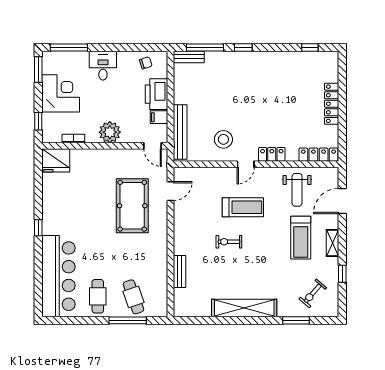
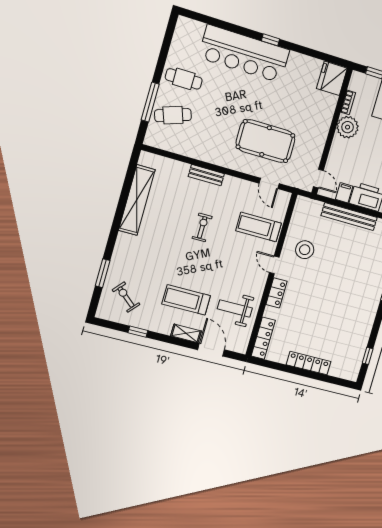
plant: (110, 132) -> (348, 127), moved
bench: (180, 132) -> (349, 217), moved
door: (153, 146) -> (318, 179), swing flipped
treadmill: (243, 207) -> (259, 227), moved, turned 90
shelving: (333, 243) -> (186, 333), moved
bench: (179, 271) -> (206, 175), moved
bar counter: (58, 276) -> (244, 54), moved
shelving: (244, 308) -> (137, 200), moved

